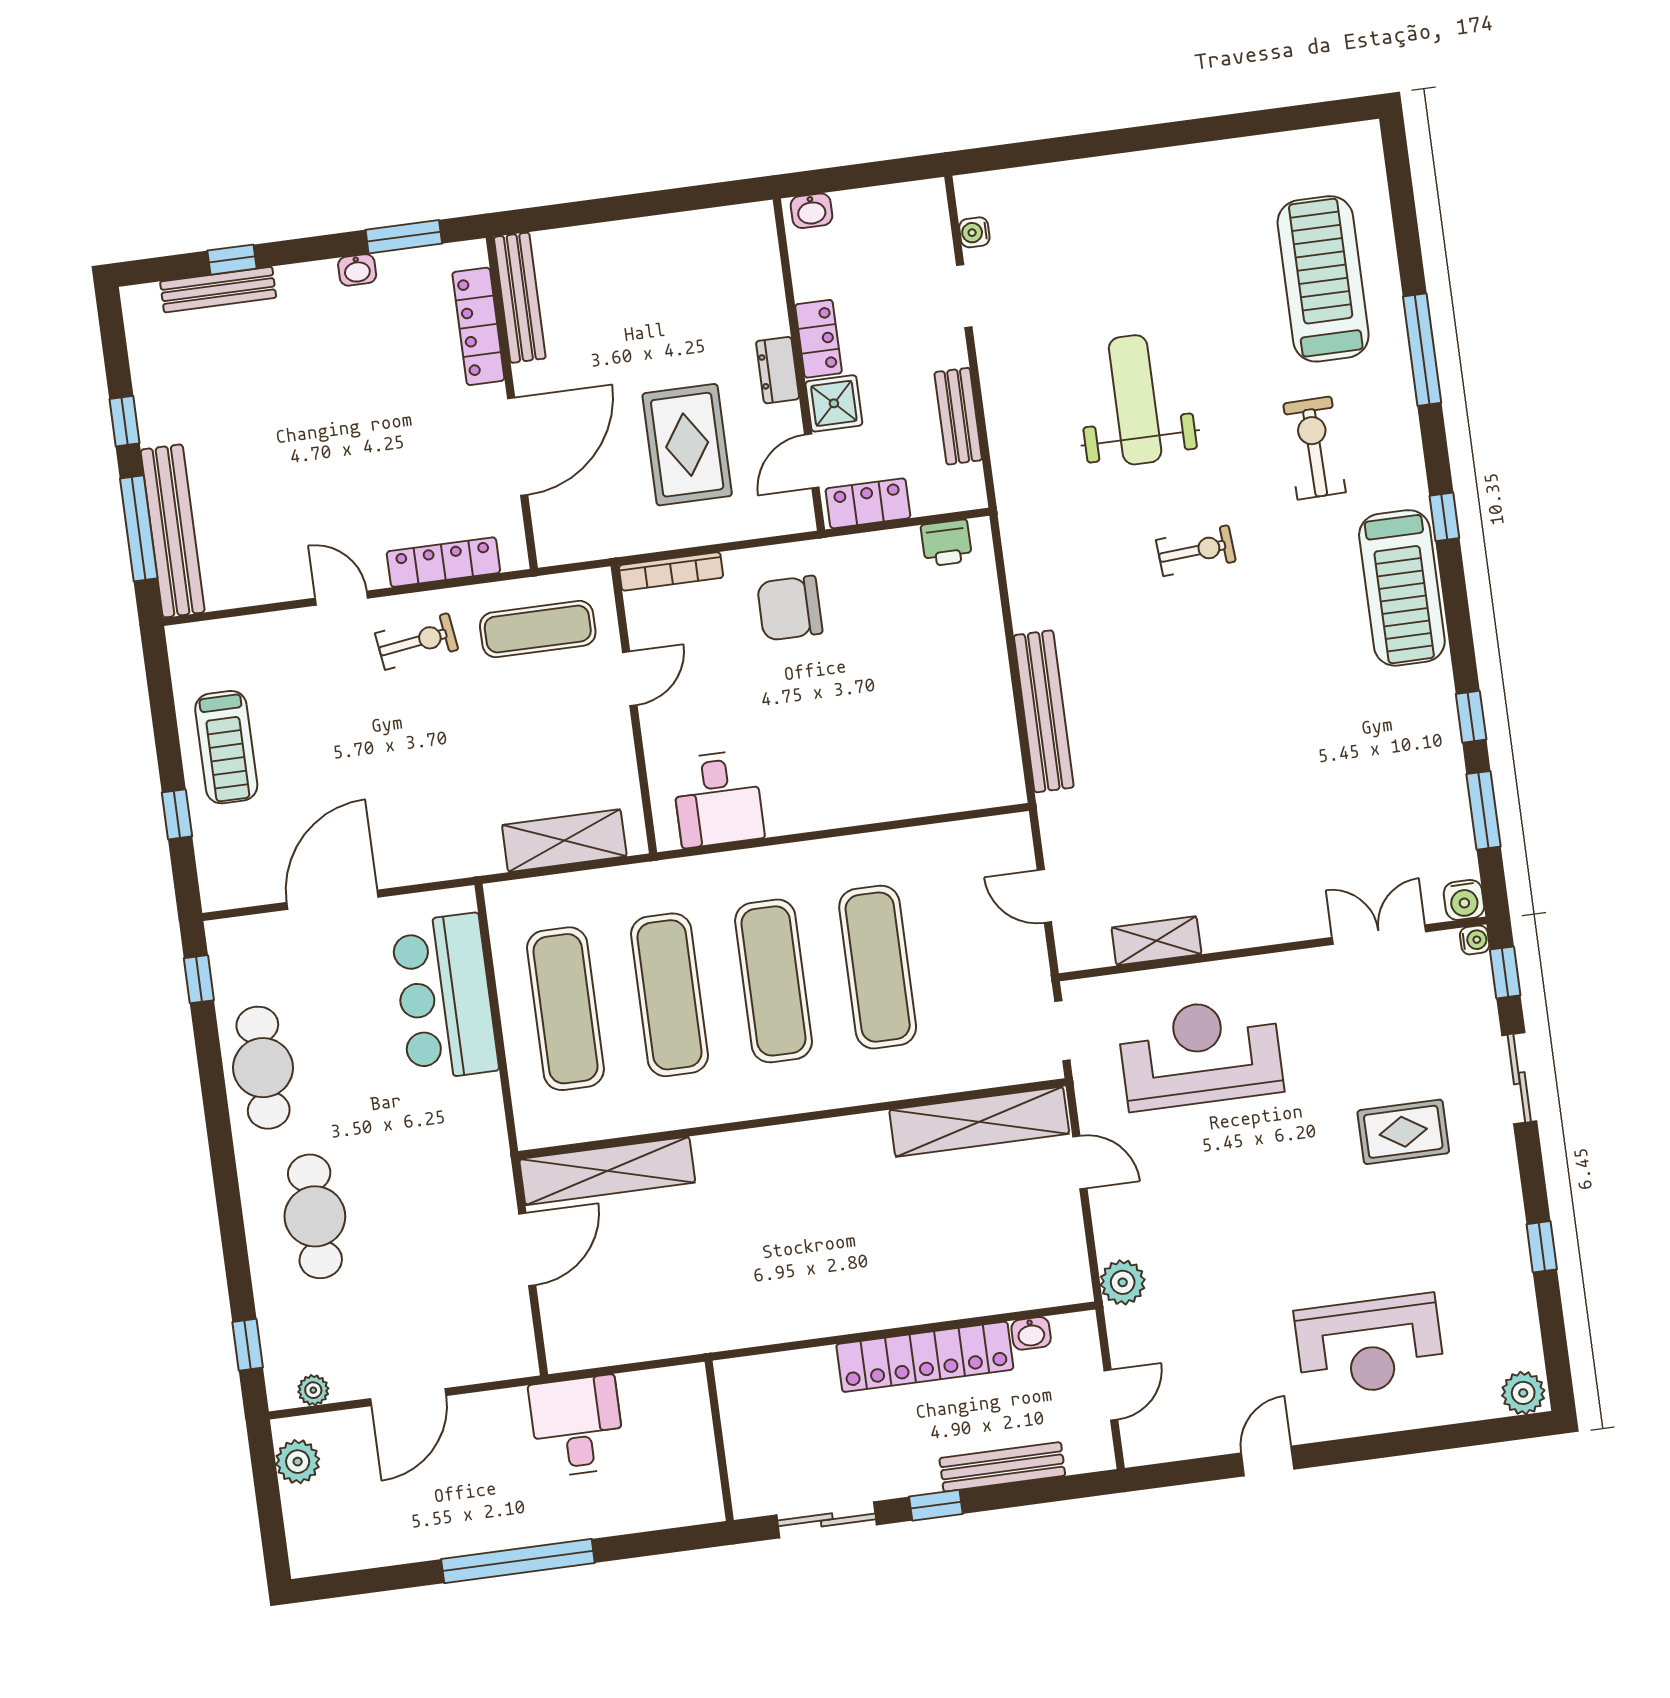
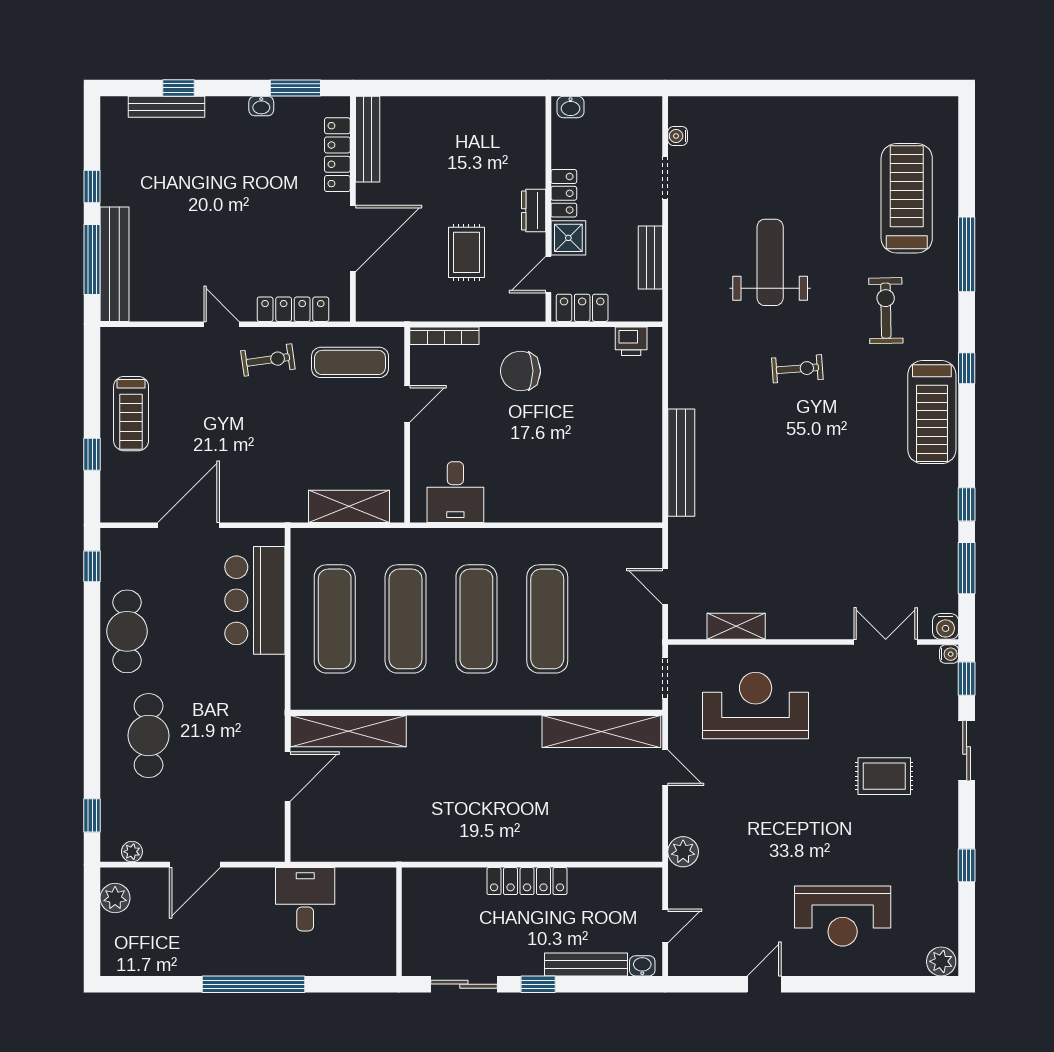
rug: (687, 445) -> (466, 252), width x0.73, depth x0.70
washbasin: (1031, 1333) -> (642, 966), moved, turned 180
locker: (925, 1357) -> (527, 881), width x0.71, depth x0.83

